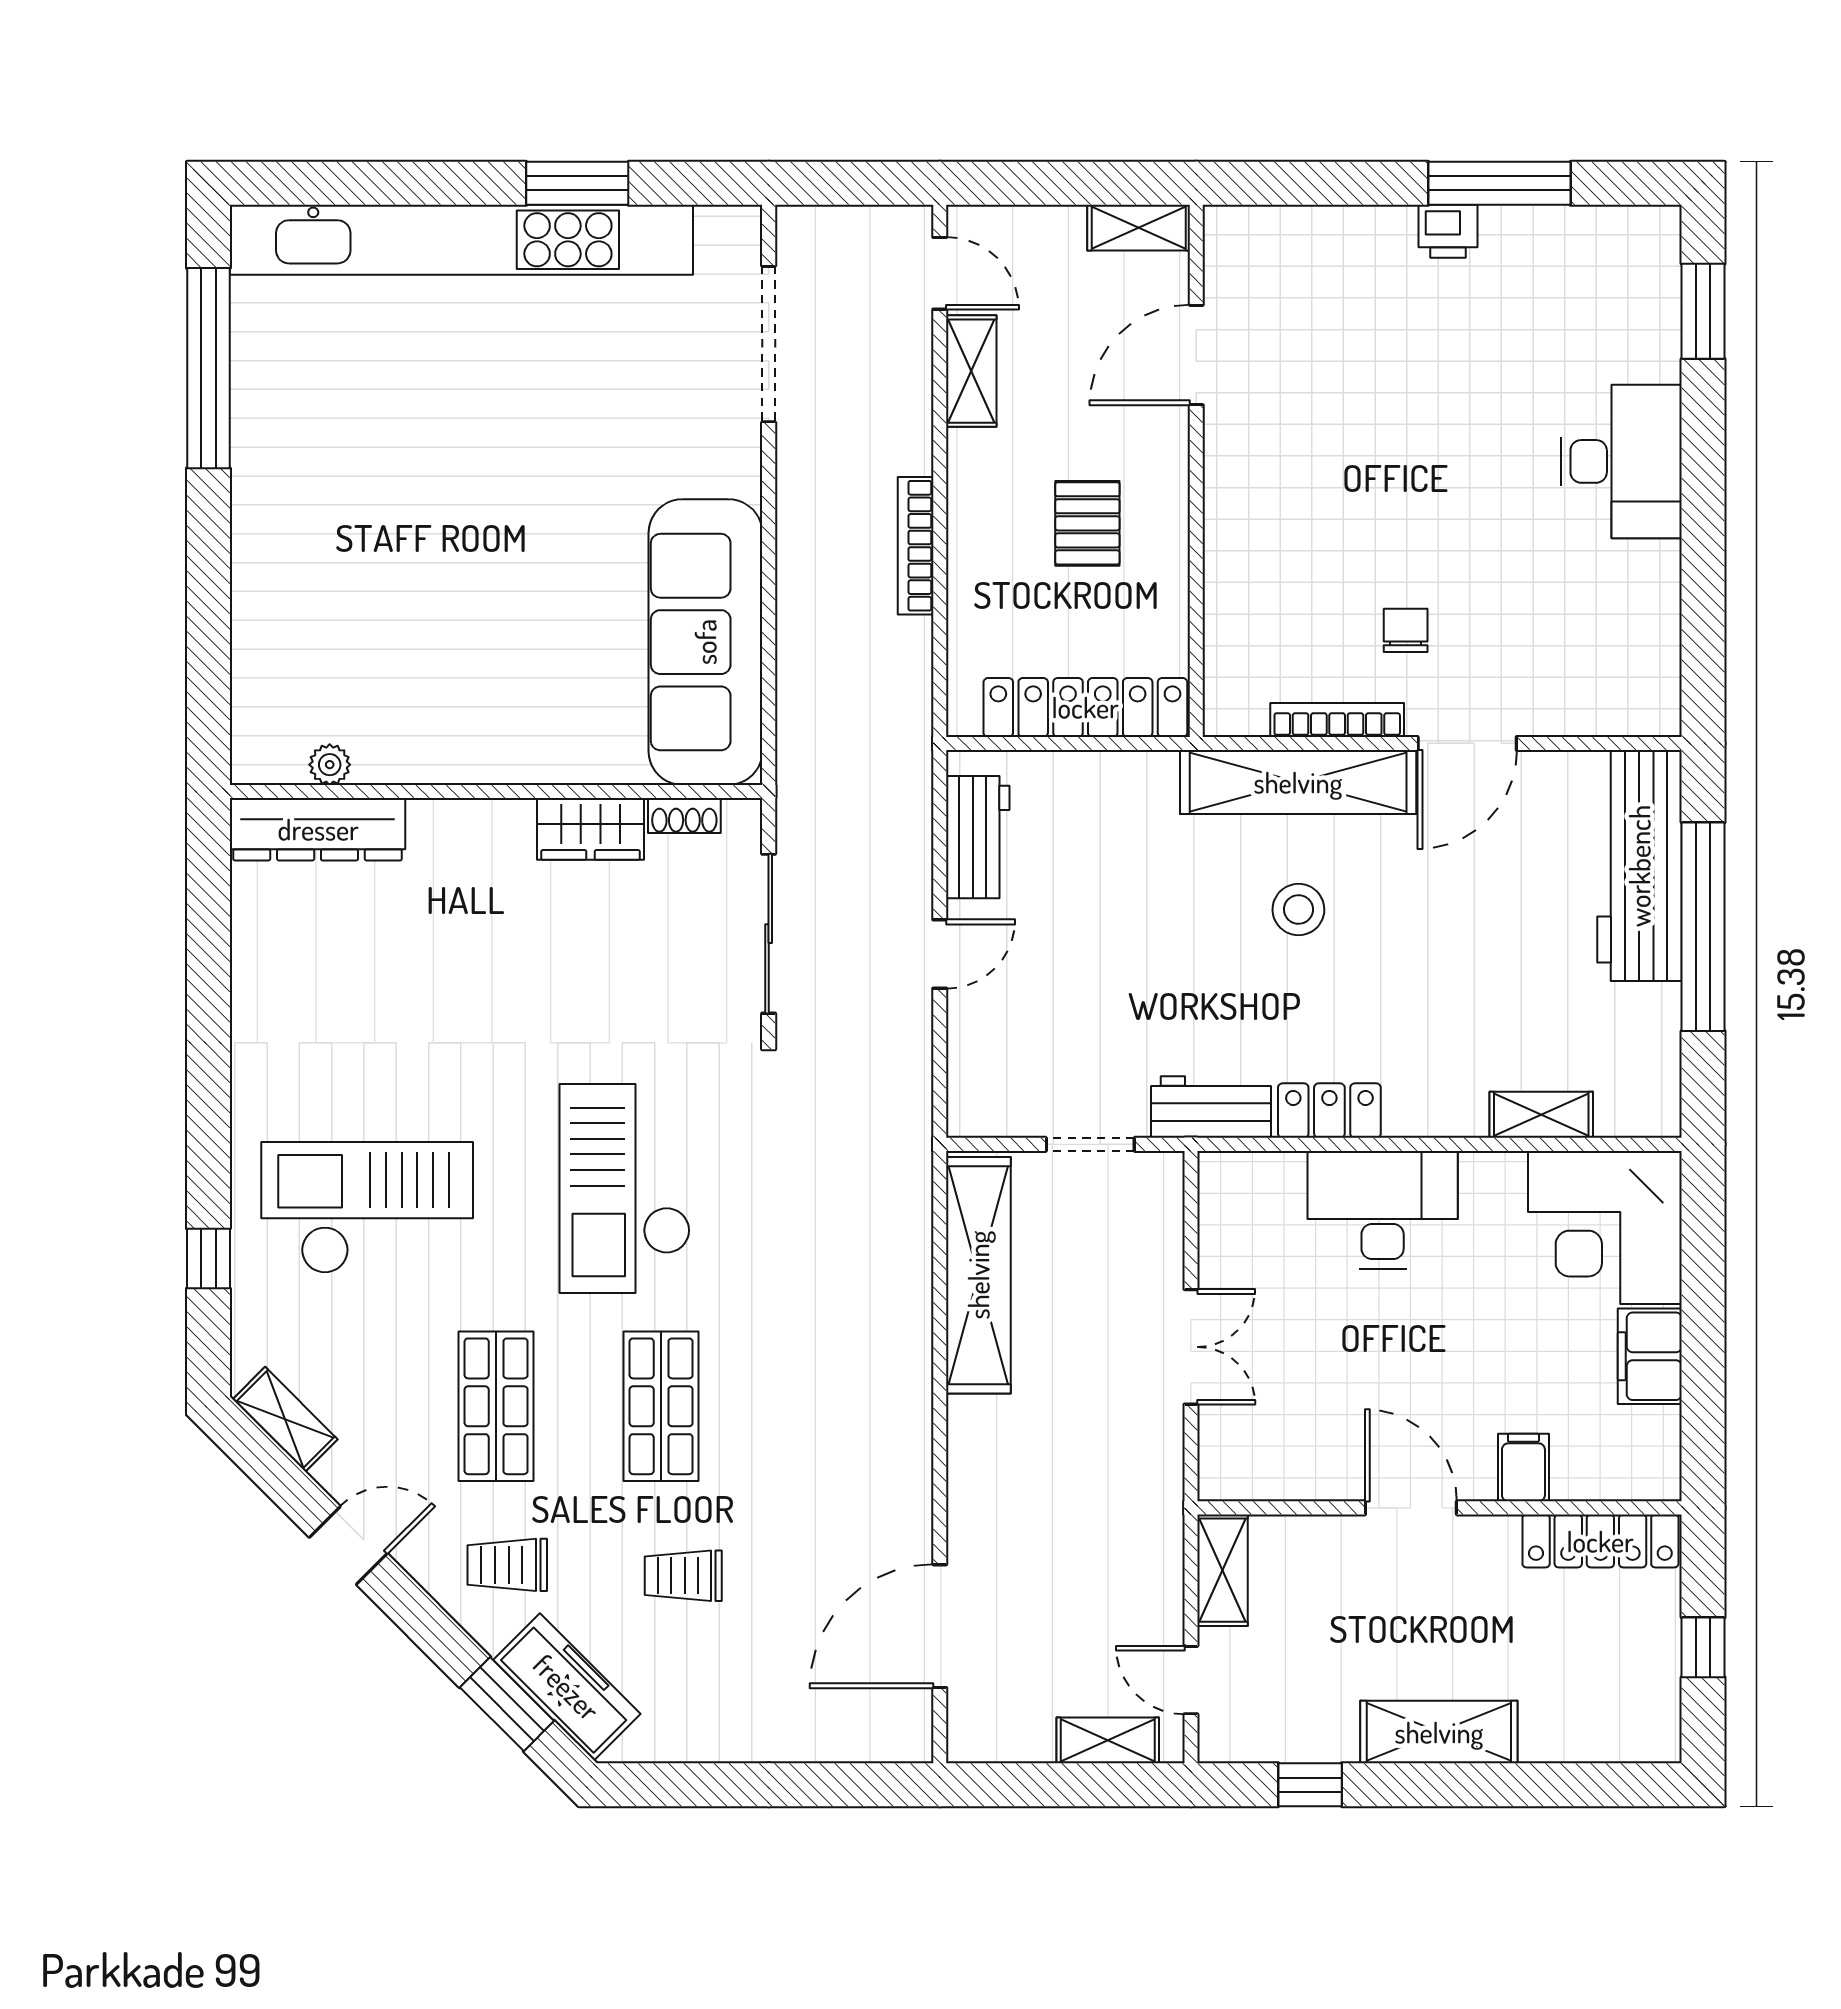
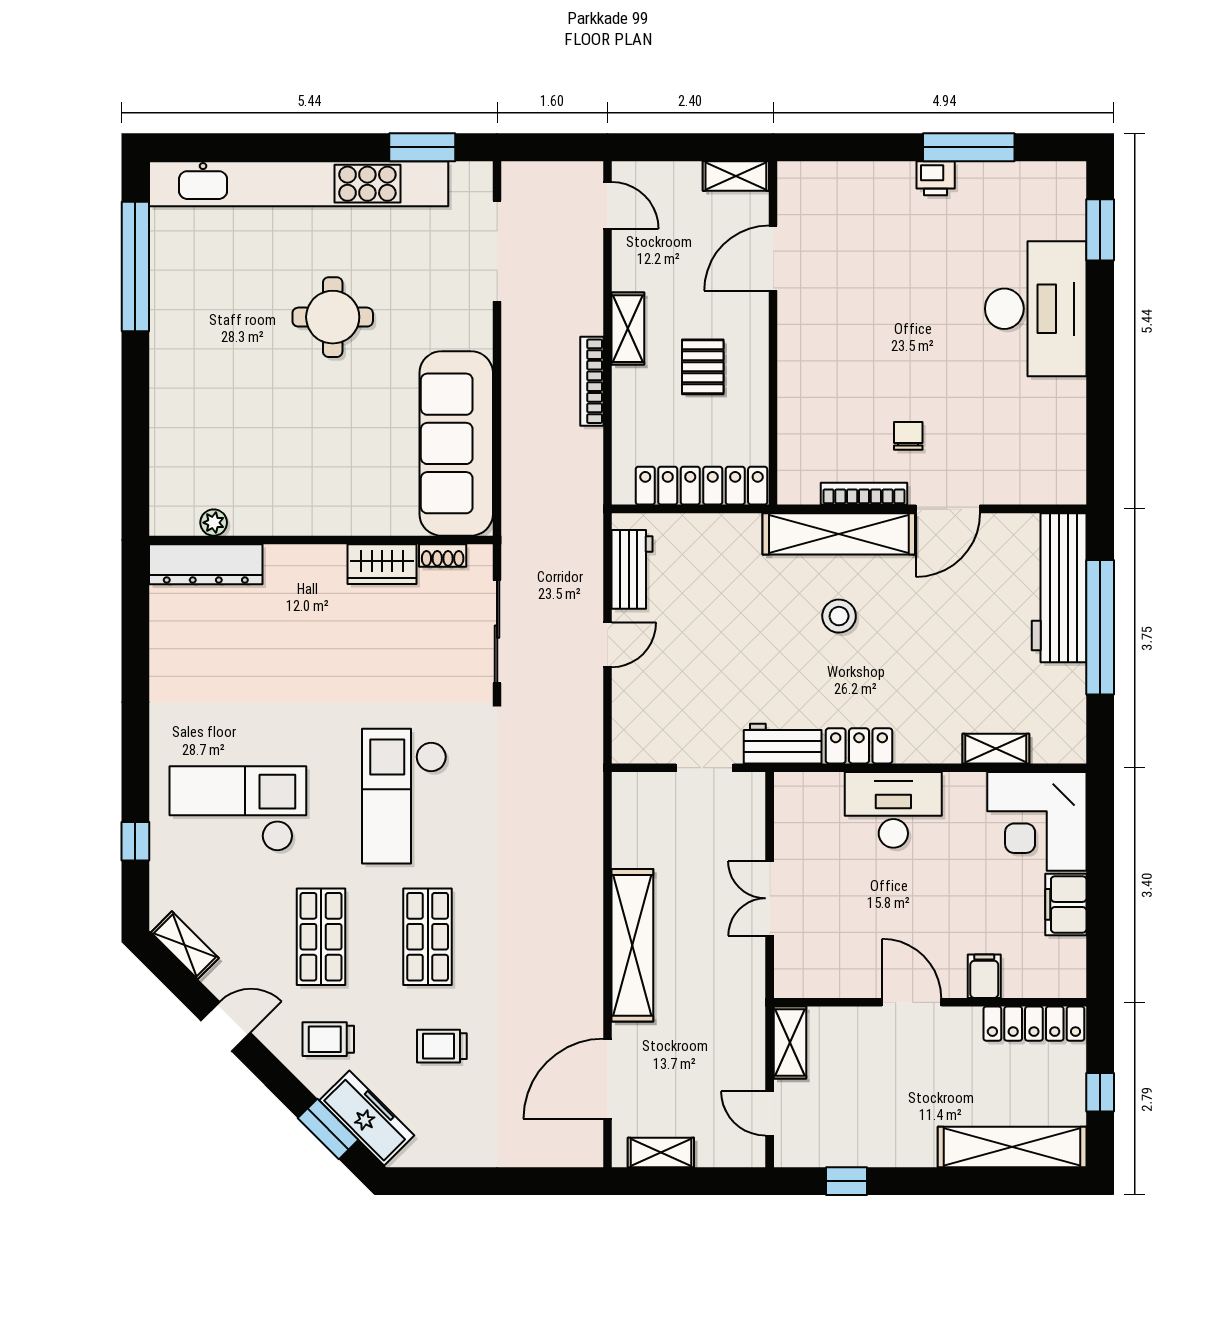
window: (577, 183) -> (422, 147), moved
shelving: (971, 371) -> (628, 329), moved
round table: (514, 446) -> (333, 317), added
desk: (1621, 461) -> (1036, 309), width x1.36, depth x1.30
shelving: (978, 1275) -> (632, 945), moved
double door: (1191, 1347) -> (770, 898), swing flipped
shelving: (1439, 1732) -> (1012, 1147), moved, width x1.47
shelving: (1108, 1740) -> (661, 1152), moved

